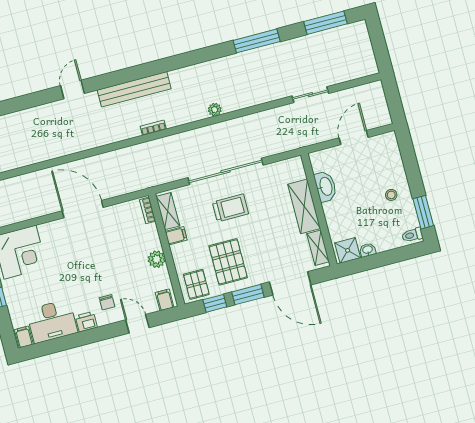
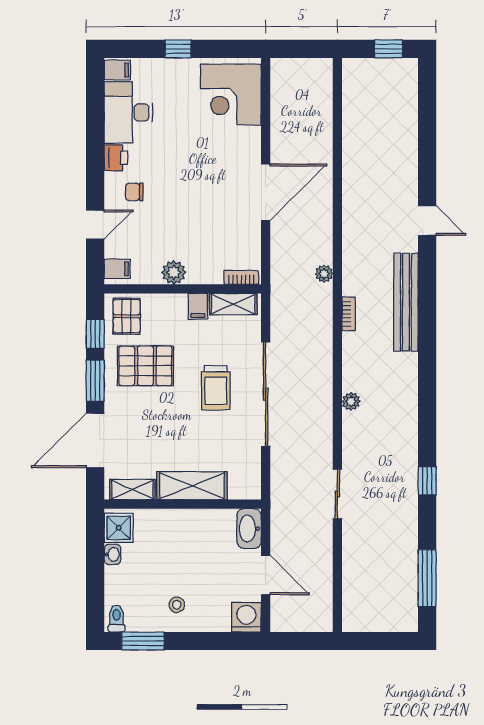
window: (257, 41) -> (427, 481), width x0.46
sliding door: (310, 95) -> (337, 494), moved
washing machine: (387, 143) -> (246, 617), added
plant: (129, 153) -> (324, 274), added
washbasin: (325, 187) -> (249, 529), moved, turned 90
pallet: (196, 284) -> (127, 316), turned 90

